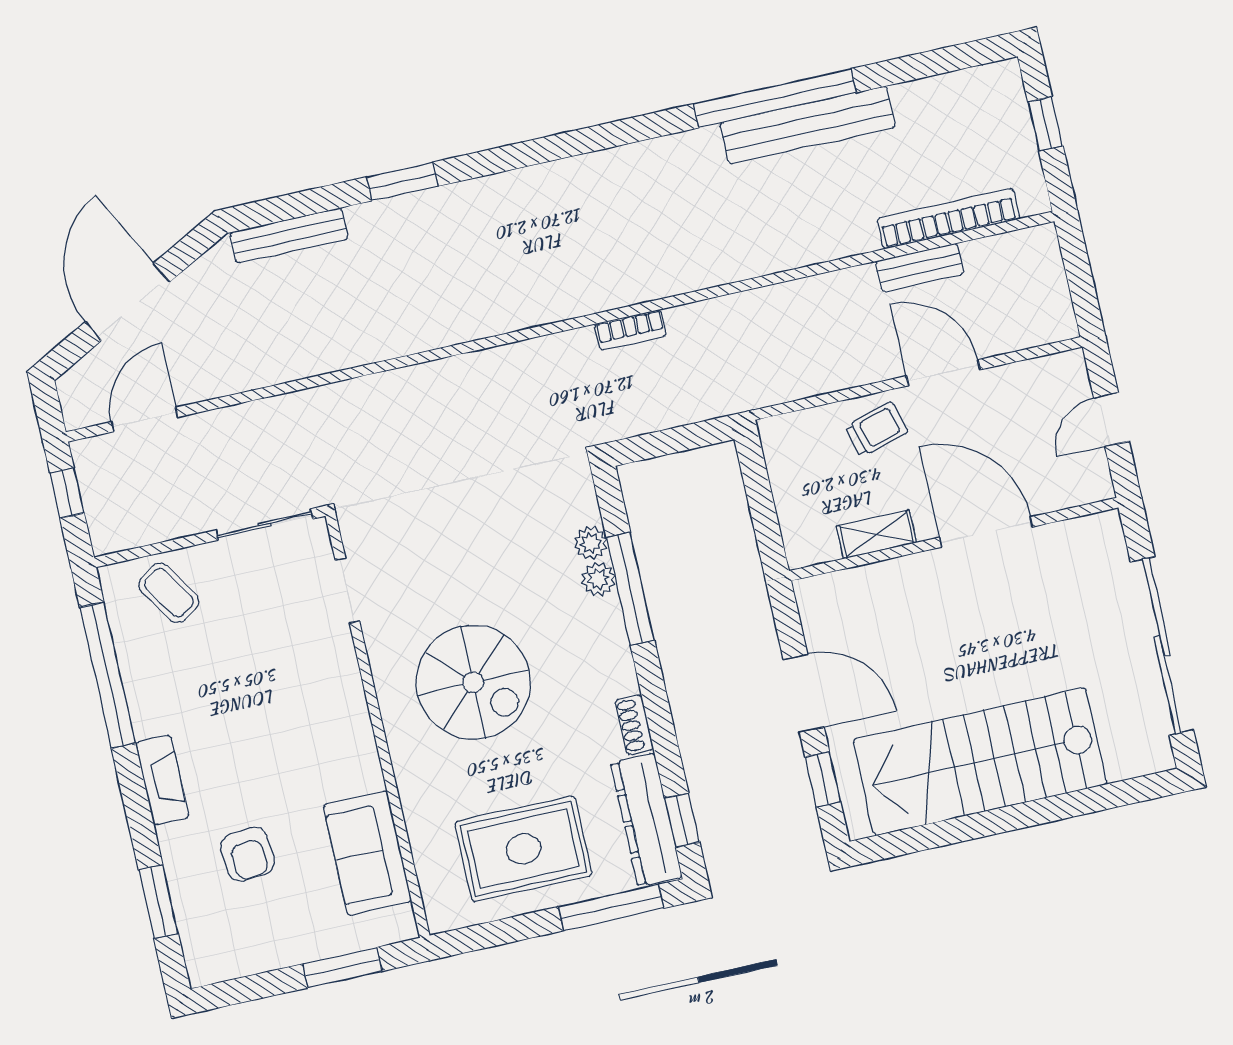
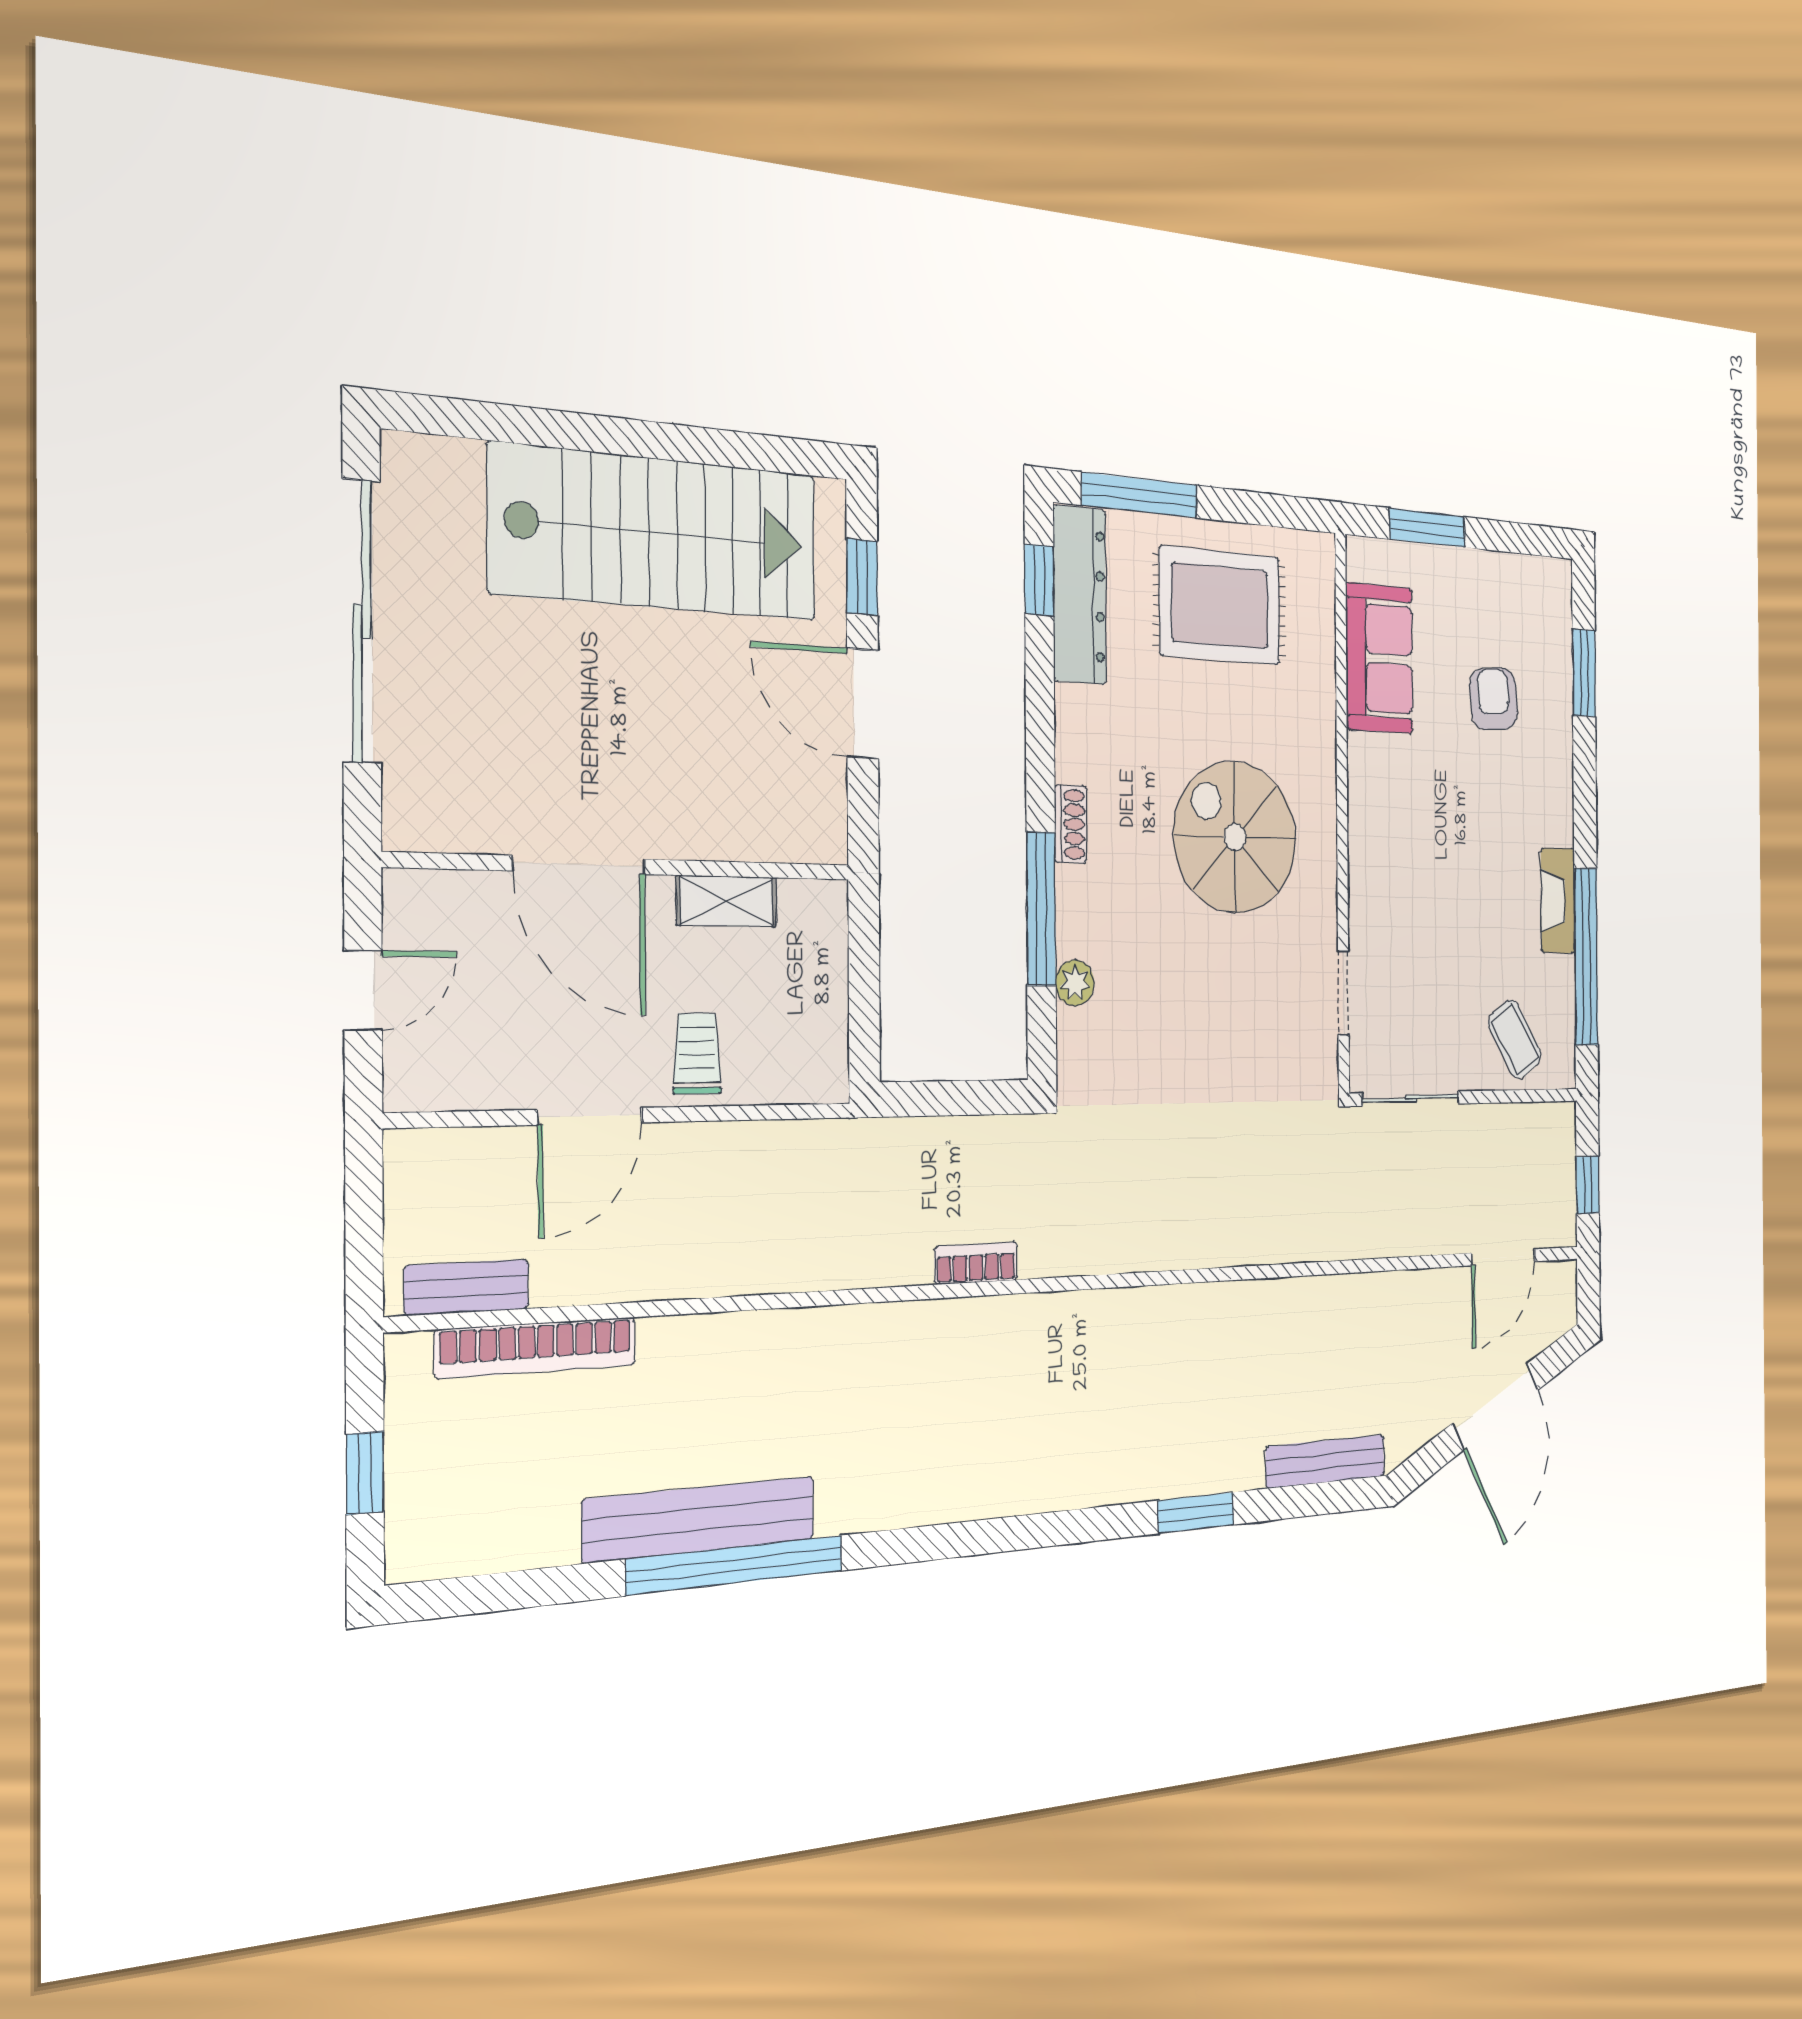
bench: (920, 268) -> (466, 1287), moved
door: (943, 373) -> (590, 1116), hinge flipped
trolley: (876, 429) -> (697, 1054), turned 106
plant: (598, 579) -> (1075, 932), removed
shoe rack: (634, 725) -> (1071, 824), moved
fireplace: (162, 780) -> (1558, 901), moved

